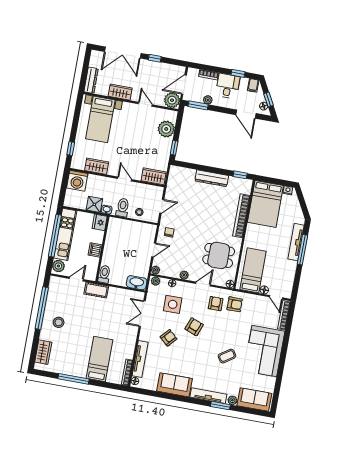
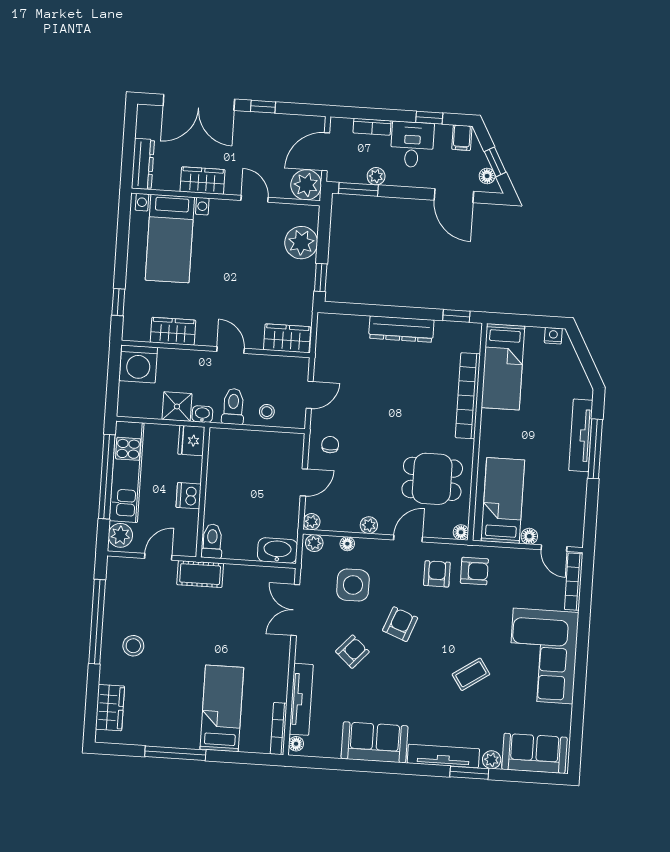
bed: (265, 204) -> (503, 367), width x0.67

